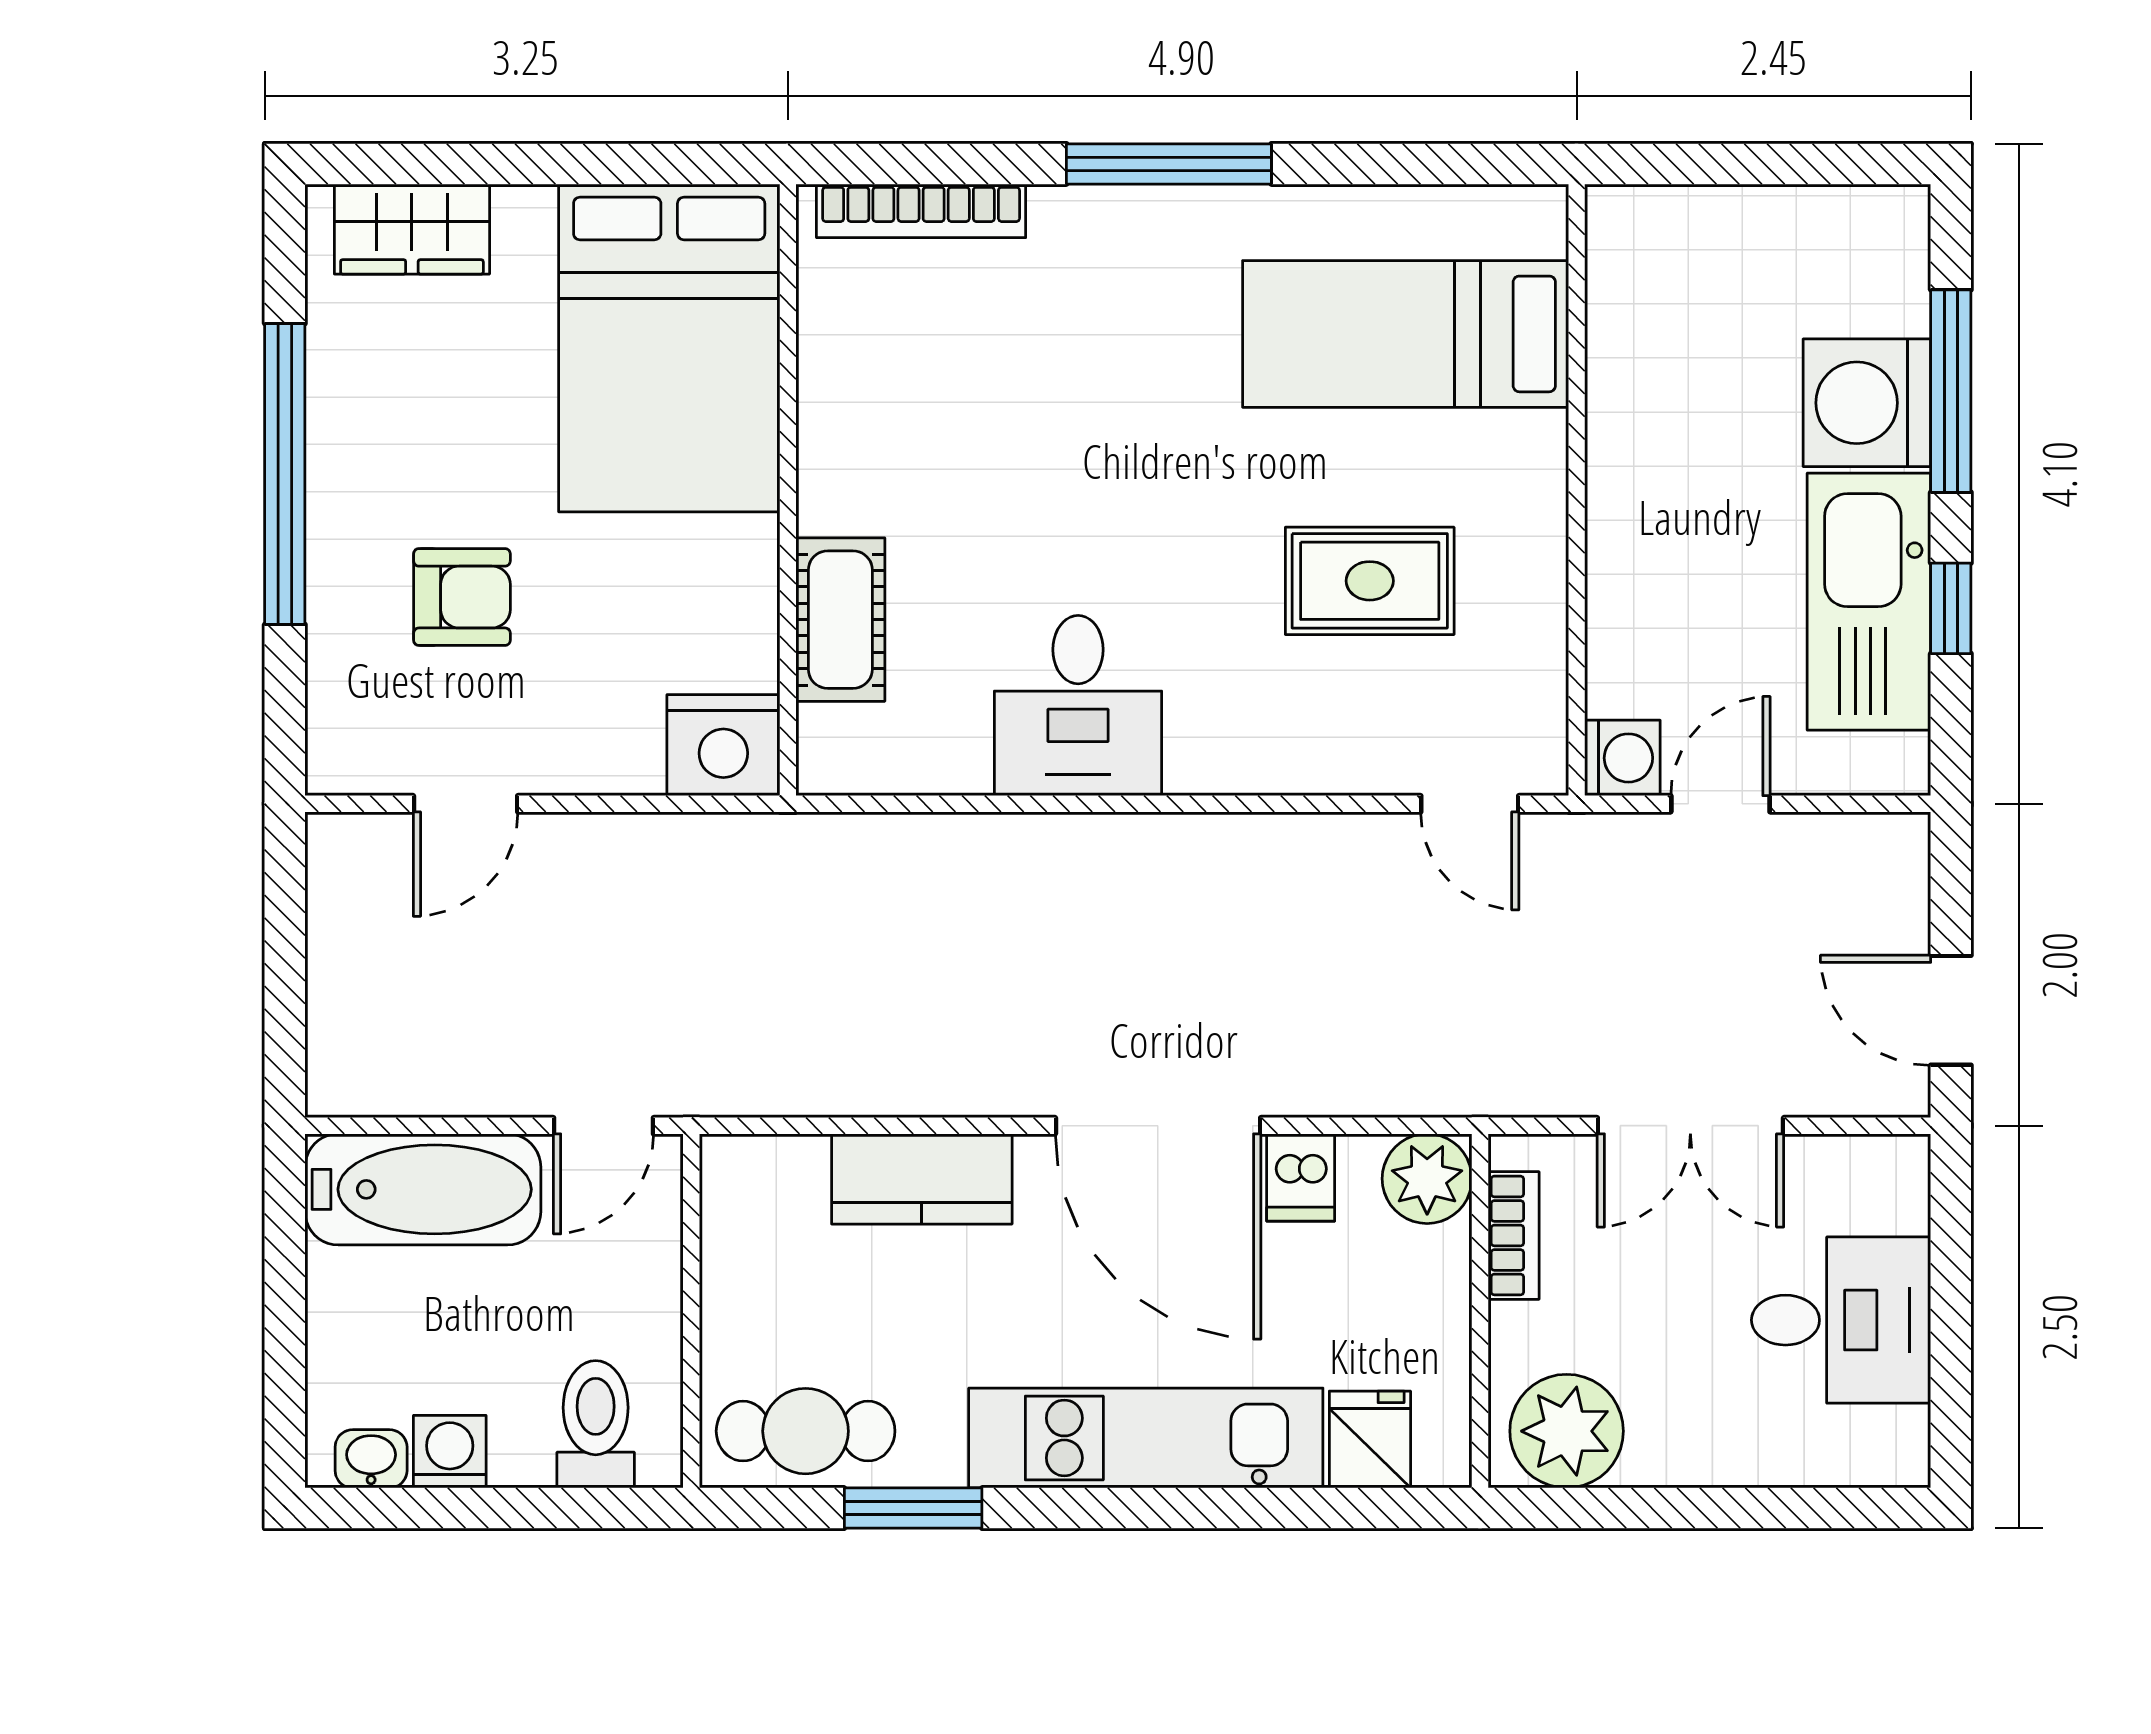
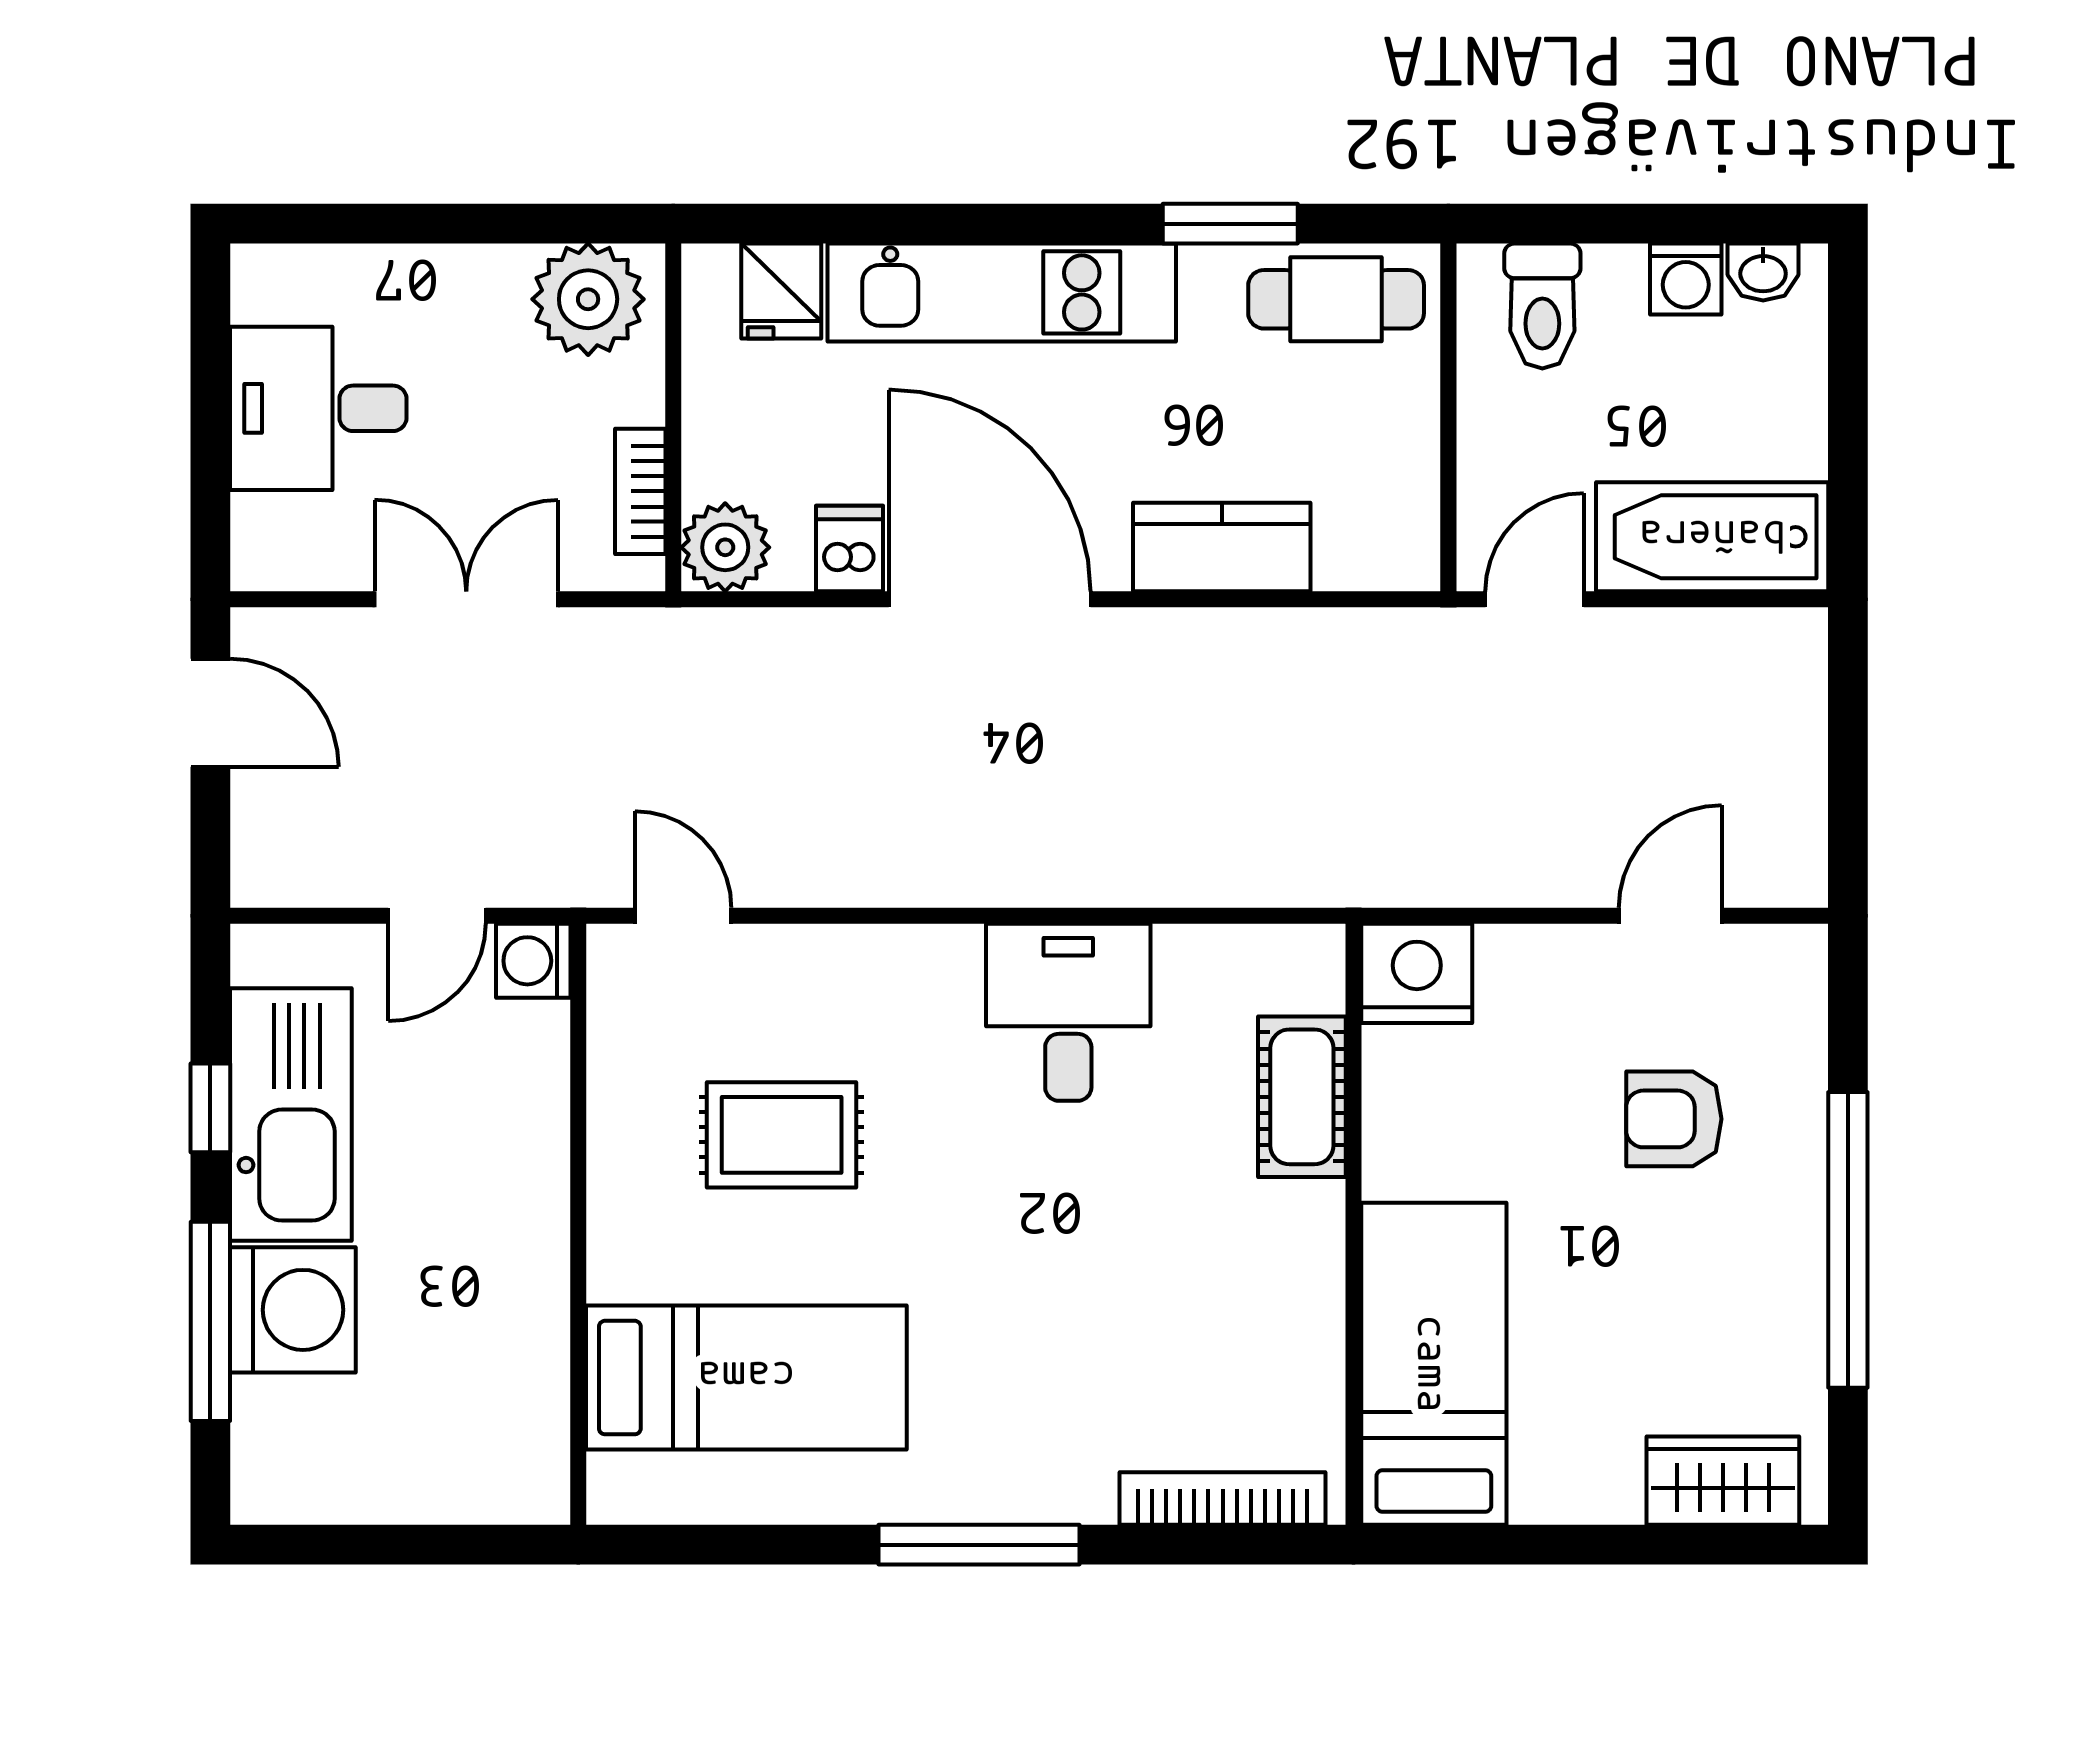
bed: (669, 348) -> (1434, 1364), width x0.67

